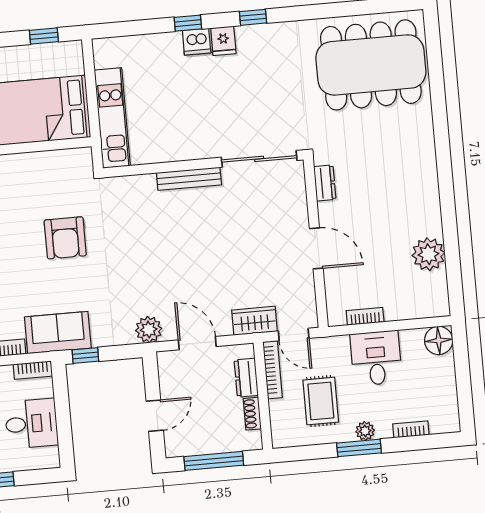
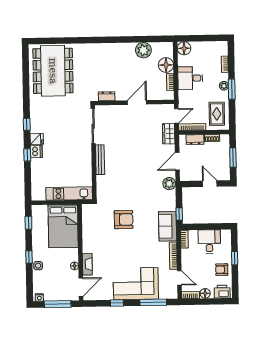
floor lamp: (400, 304) -> (166, 65), added
rug: (321, 401) -> (217, 114), moved, turned 90
window: (214, 461) -> (233, 158), width x0.69

